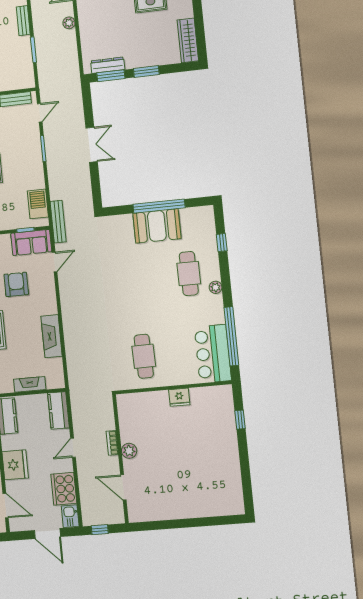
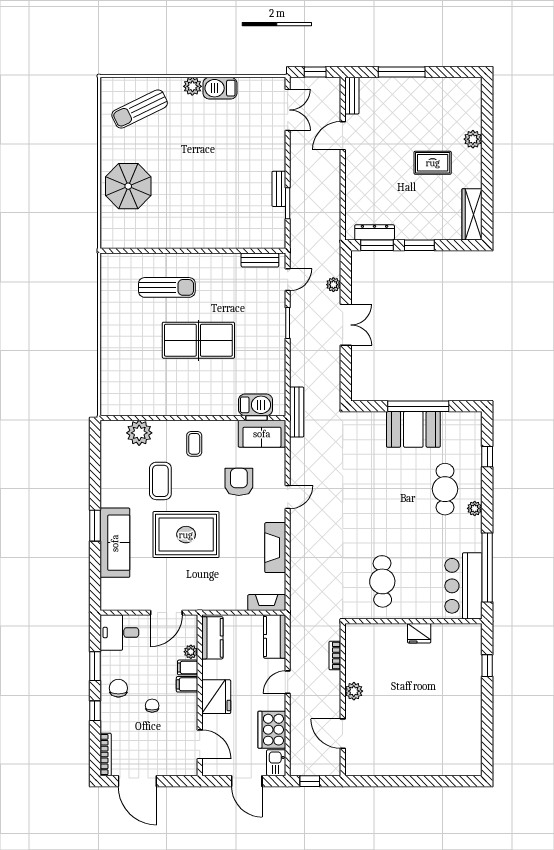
bench: (23, 21) -> (279, 189), moved
plant: (69, 23) -> (333, 285), moved
barbecue: (38, 204) -> (256, 405), moved, turned 90
door: (55, 262) -> (288, 497), moved
fireplace: (30, 384) -> (267, 603), moved
bookcase: (112, 443) -> (335, 656), moved

